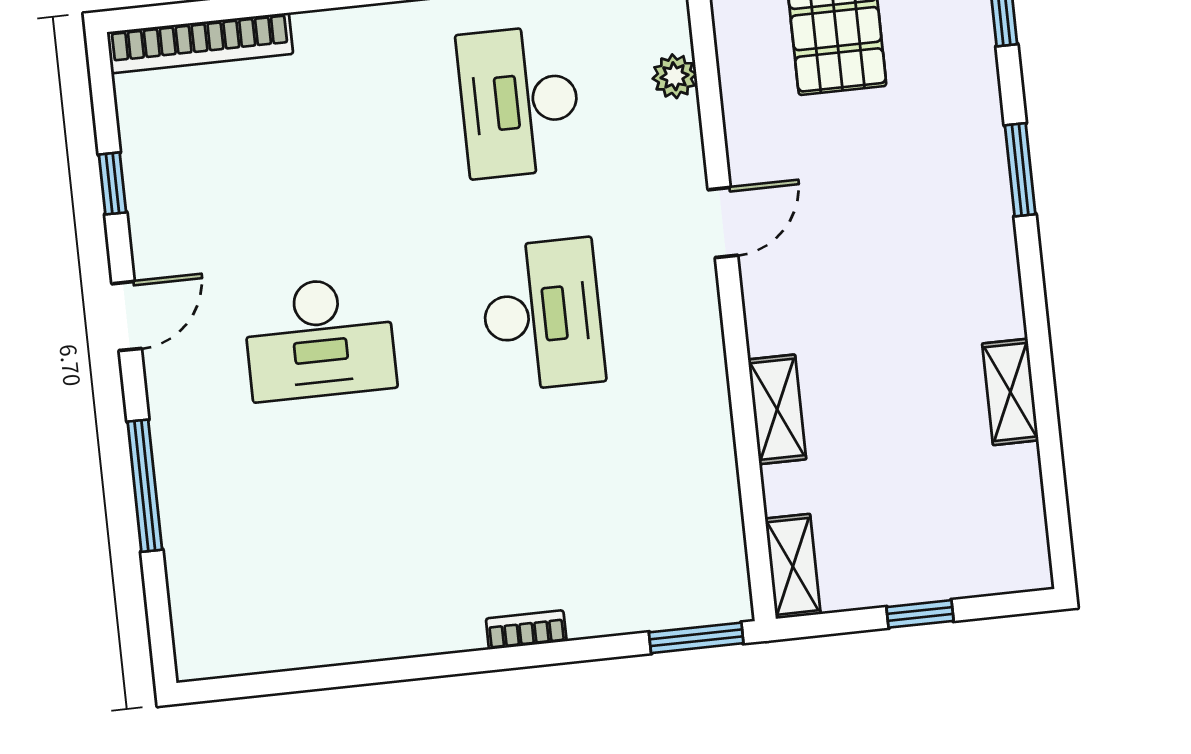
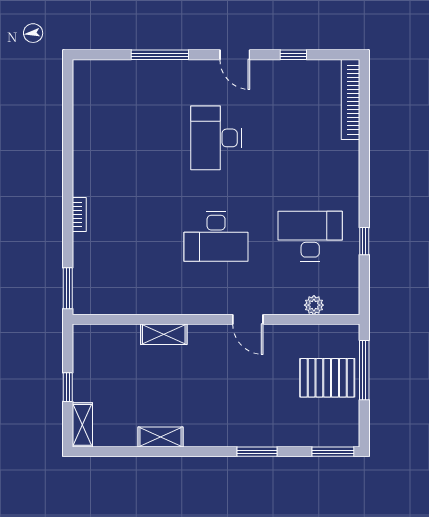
shelving: (793, 566) -> (82, 425), moved, turned 90

